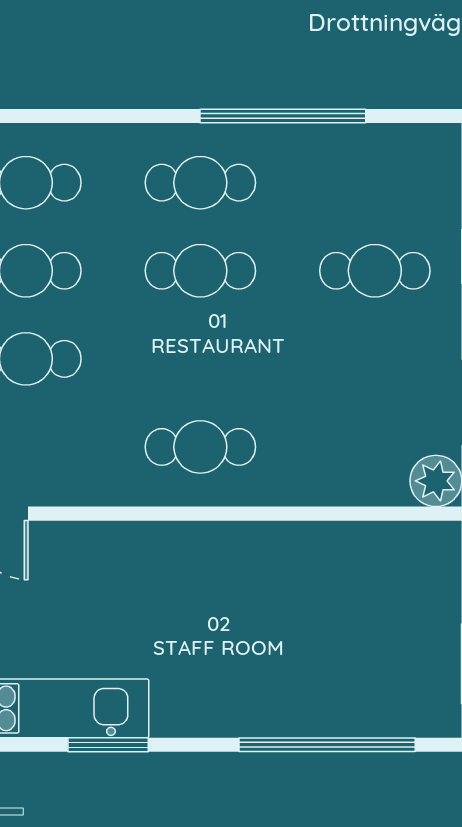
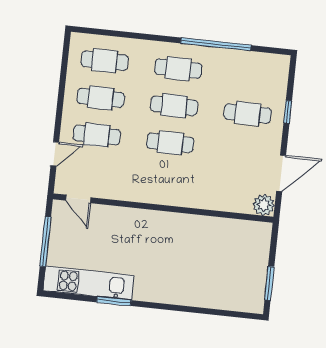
cafe table: (200, 447) -> (170, 143), moved
window: (327, 745) -> (206, 311), removed

